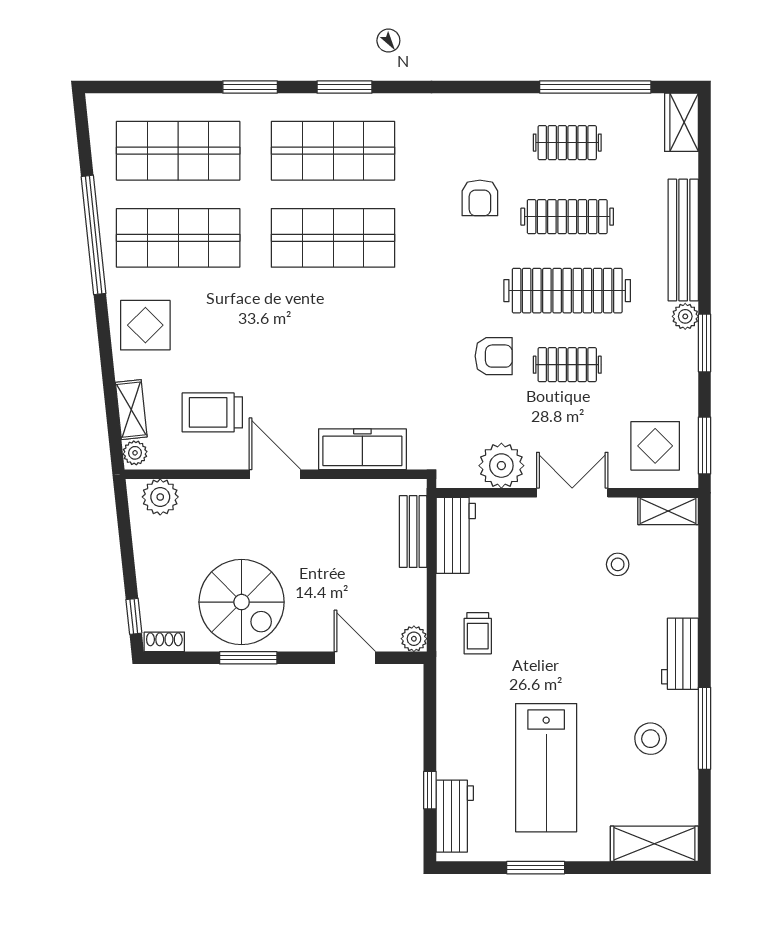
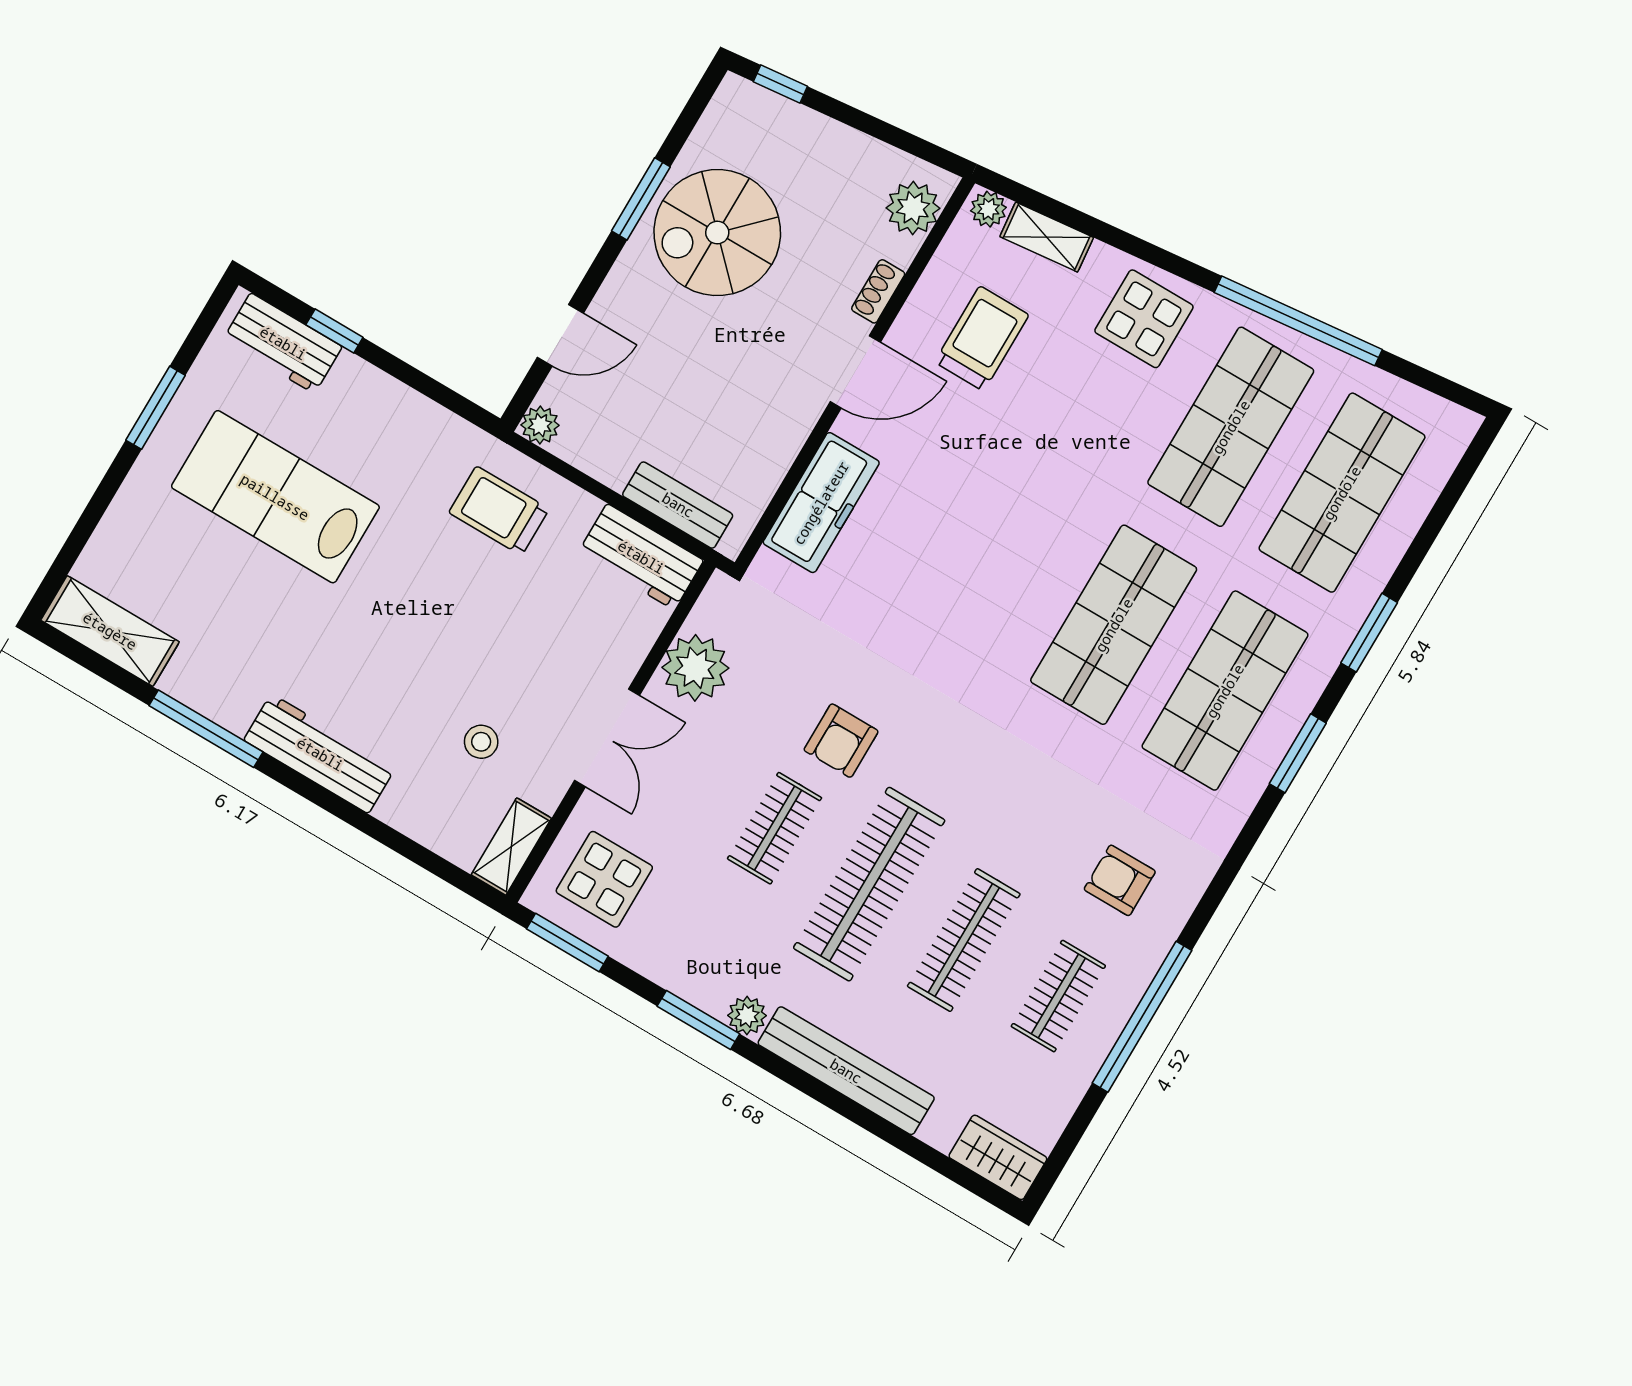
window: (595, 87) -> (1142, 1017), moved
armchair: (480, 198) -> (1120, 880), moved
trolley: (478, 633) -> (499, 511), width x1.36, depth x1.39
shoe rack: (164, 642) -> (878, 291), moved, turned 180
workbench: (680, 654) -> (320, 754), width x1.38
stool: (651, 739) -> (234, 652), removed
shelving: (654, 844) -> (110, 631), moved, turned 90

